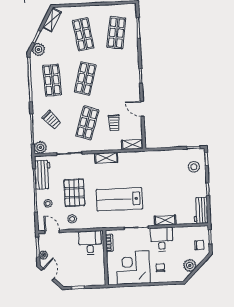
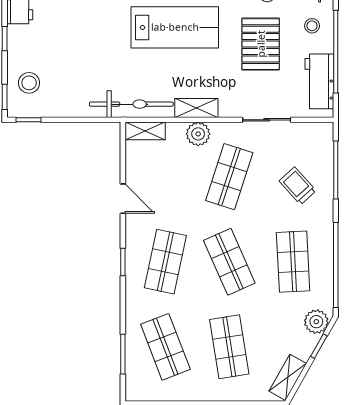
shop shelf: (116, 33) -> (165, 347), turned -30
shop shelf: (118, 77) -> (165, 262), added
shop shelf: (85, 79) -> (229, 262), turned -39
trolley: (114, 123) -> (178, 174), removed
plant: (40, 147) -> (198, 134), moved
bicycle: (140, 158) -> (131, 104), added

